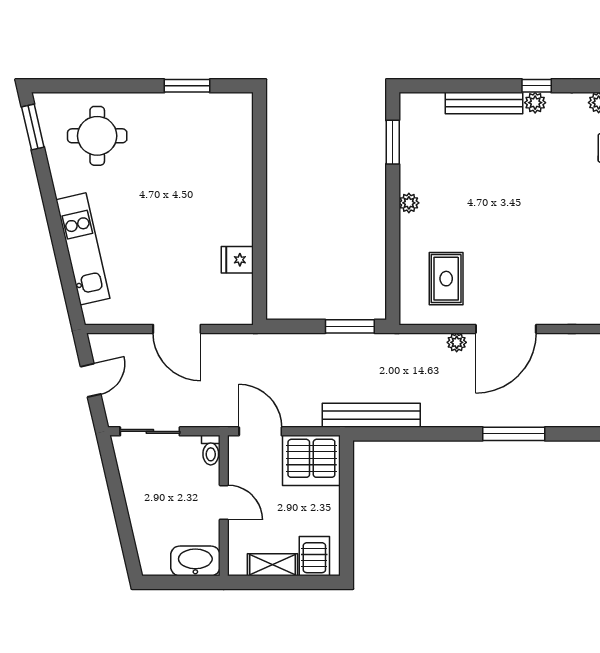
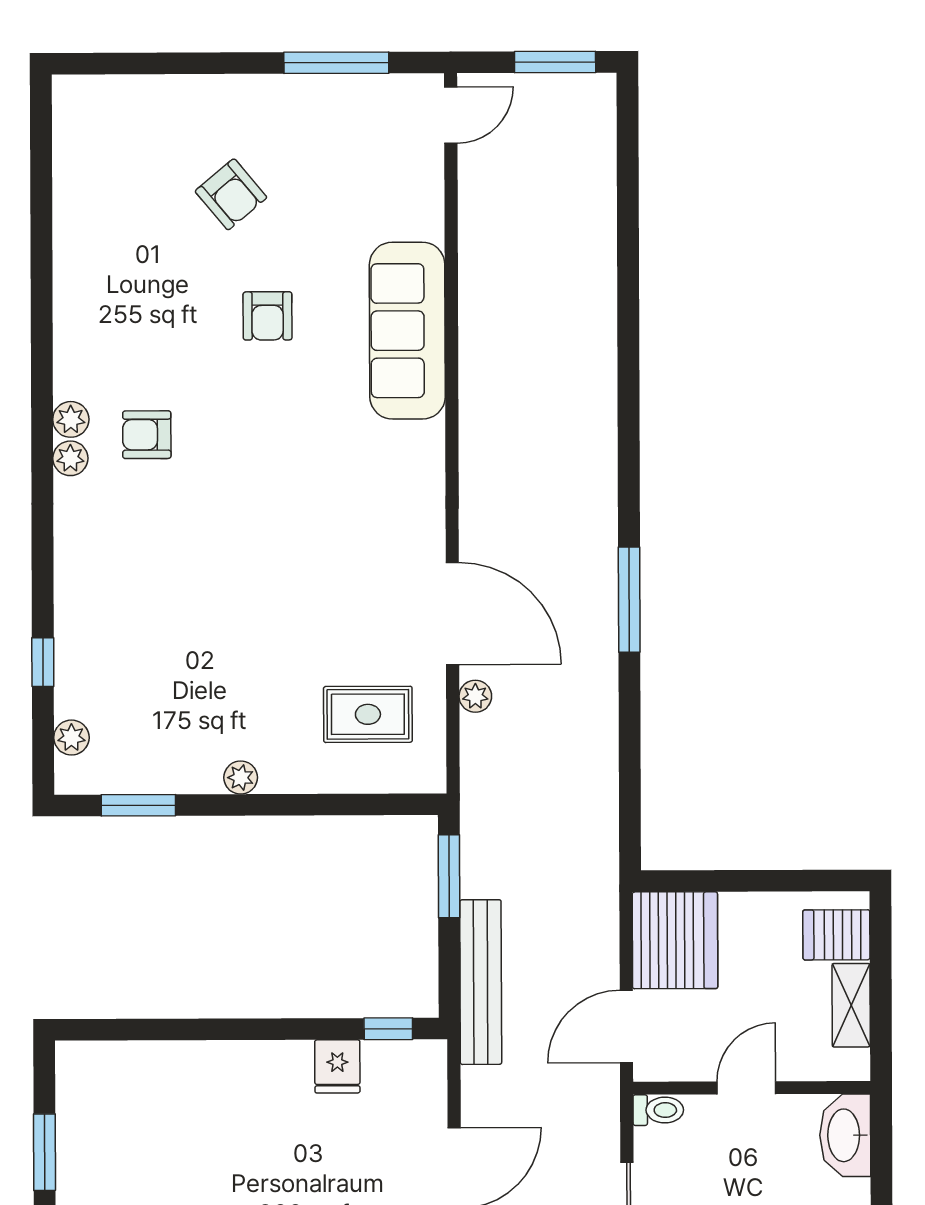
window: (537, 86) -> (43, 662), moved
bench: (484, 103) -> (72, 652), removed
plant: (535, 103) -> (71, 738), moved
window: (260, 290) -> (388, 1029), added
bench: (371, 415) -> (481, 982), moved

